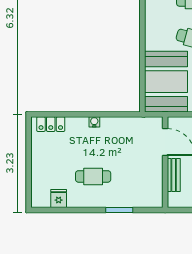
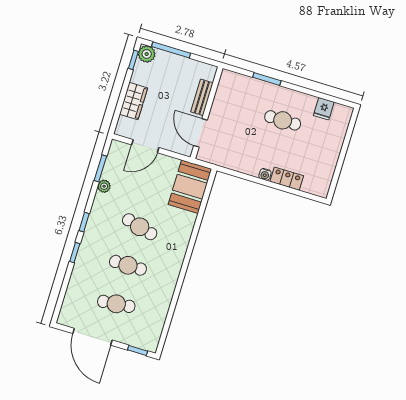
booth: (166, 82) -> (190, 187), width x0.73, depth x0.70
locker: (51, 124) -> (287, 179), moved

